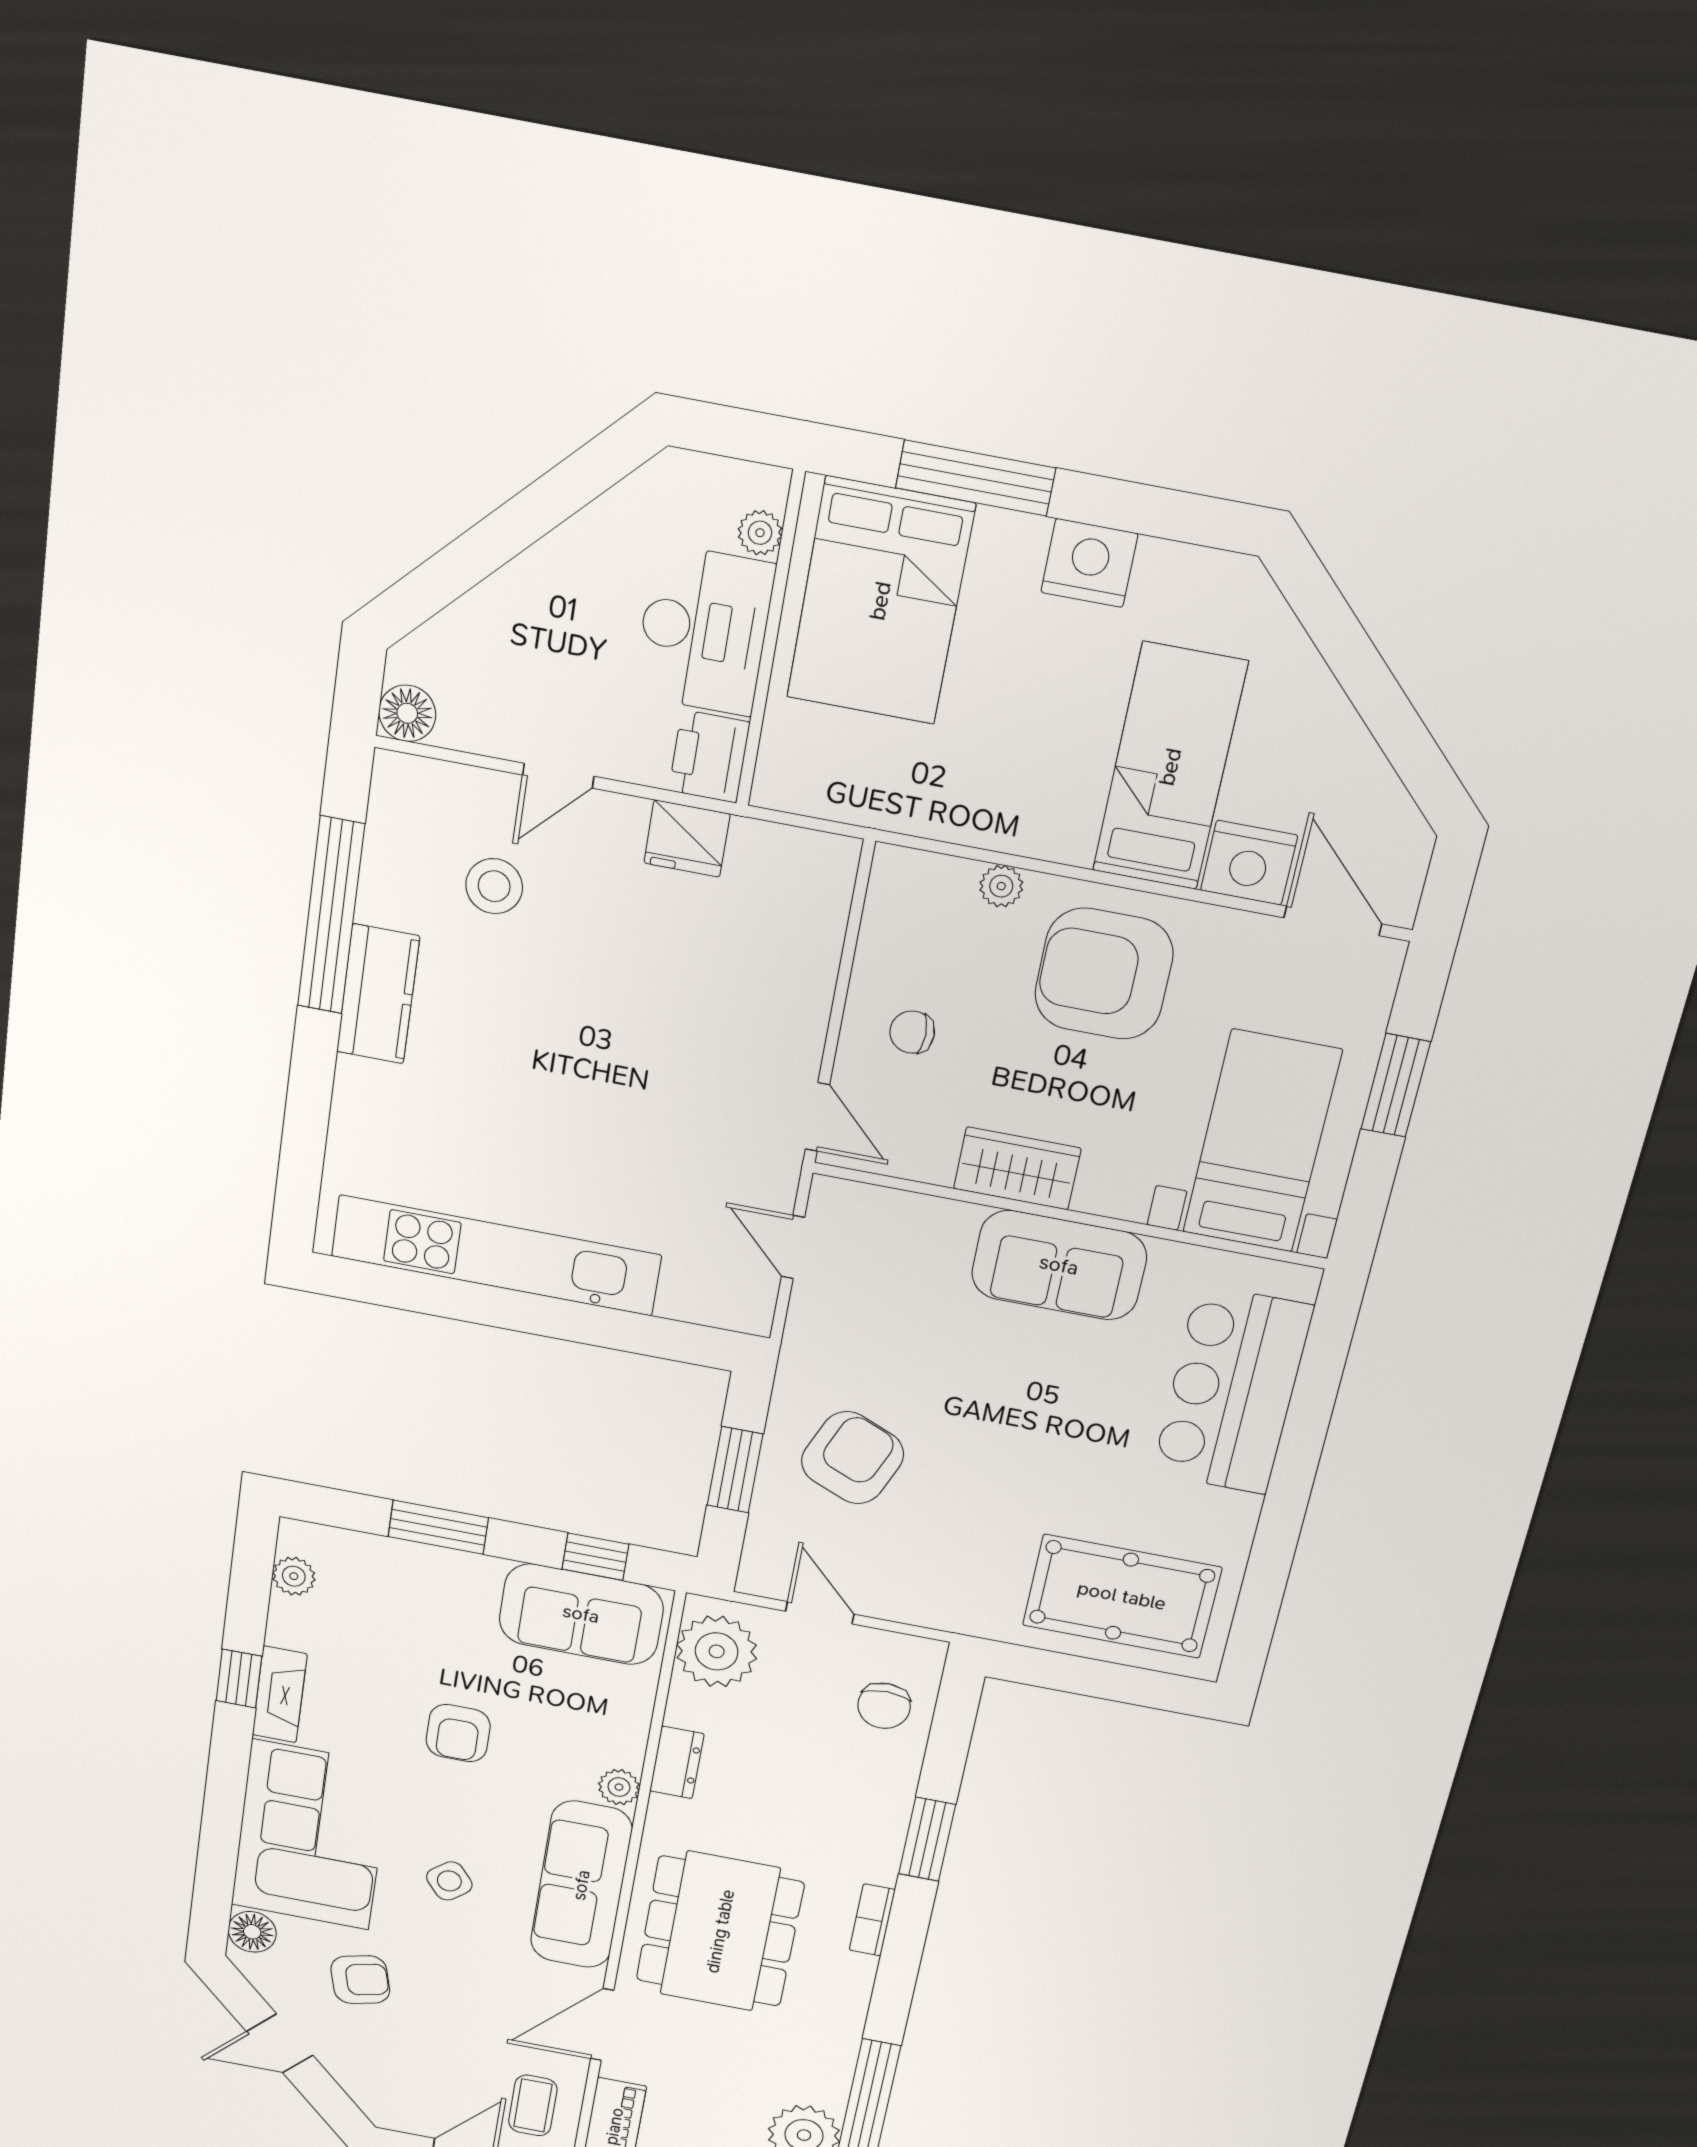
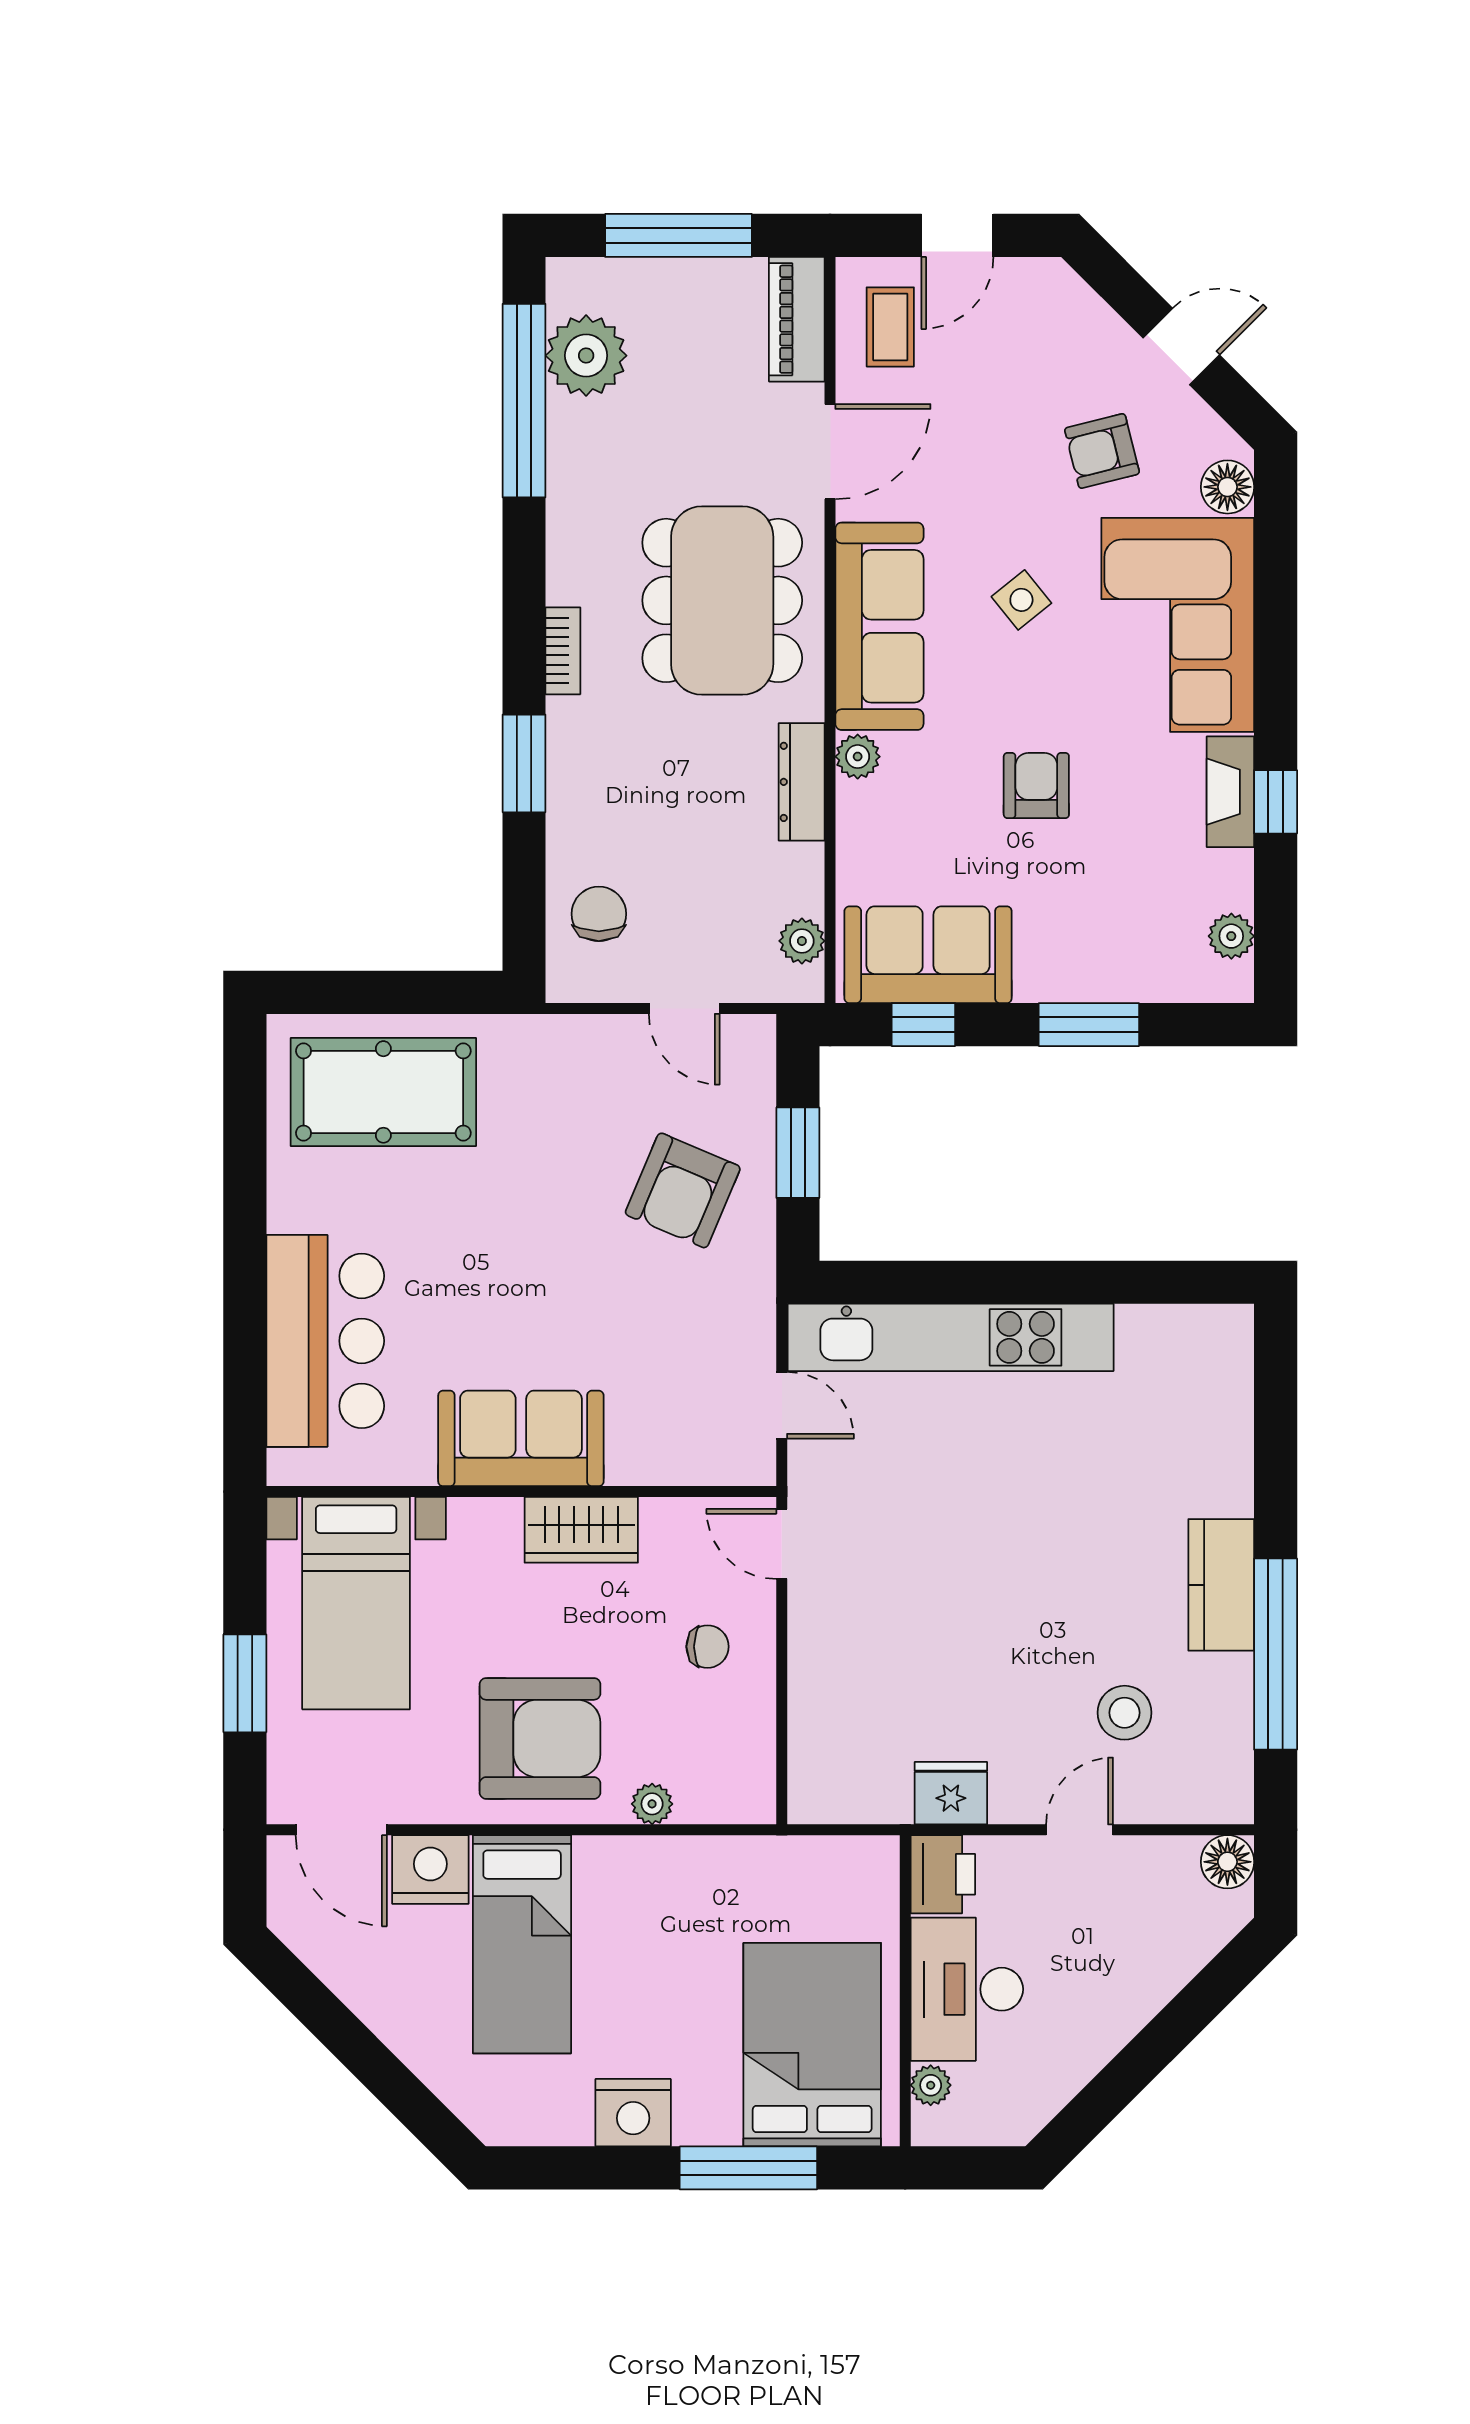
kitchen unit: (496, 1256) -> (951, 1337), moved
plant: (717, 1651) -> (802, 941), width x0.53, depth x0.53
dresser: (677, 1762) -> (802, 782), width x1.44

